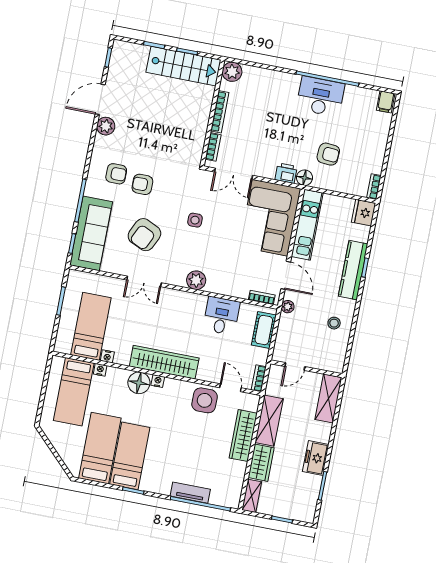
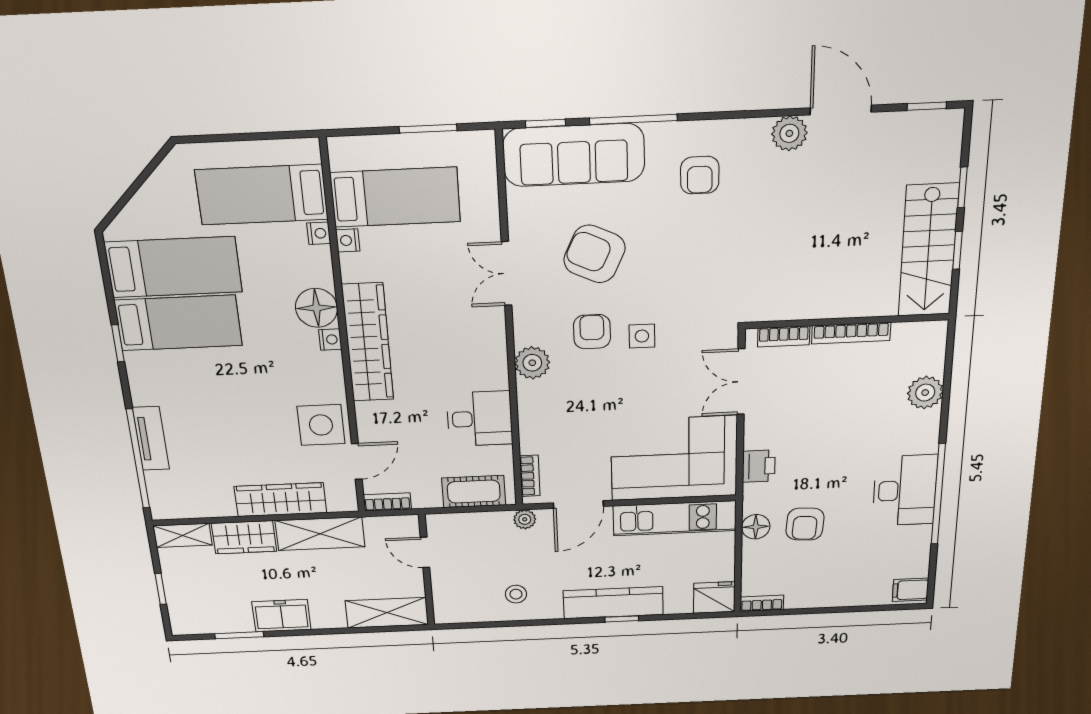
plant: (232, 72) -> (925, 393), moved
floor lamp: (304, 178) -> (756, 527), moved
armchair: (142, 184) -> (592, 332), moved

